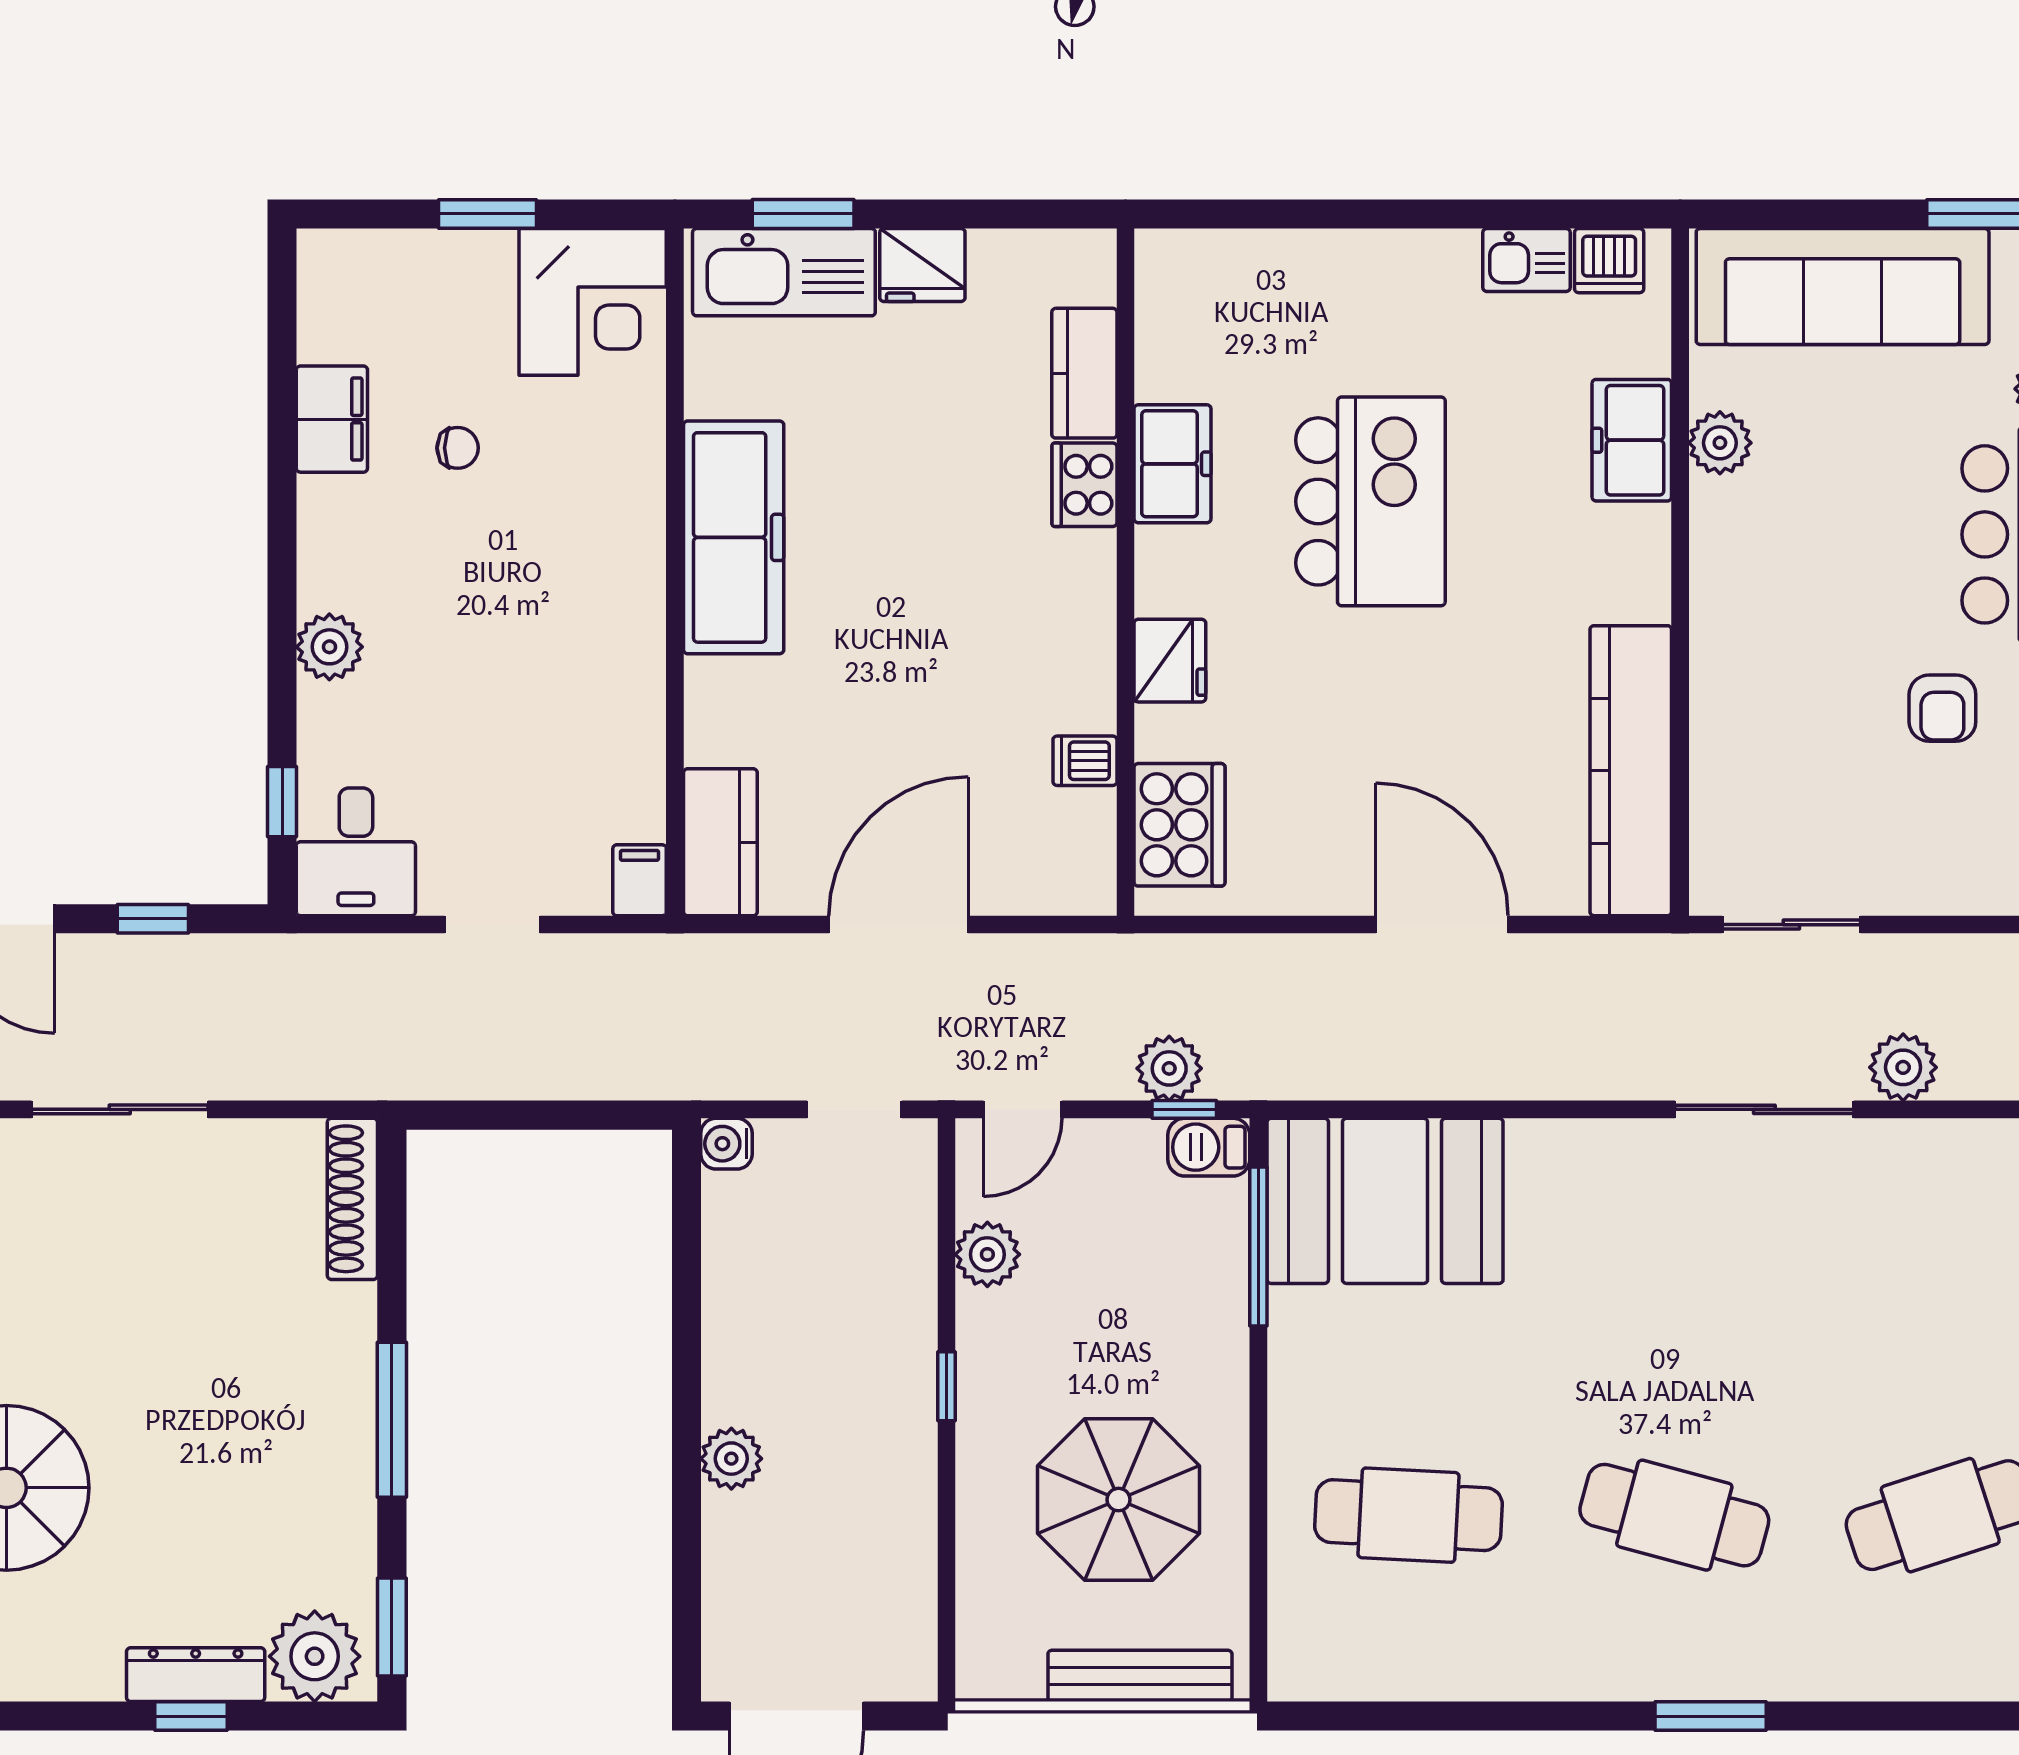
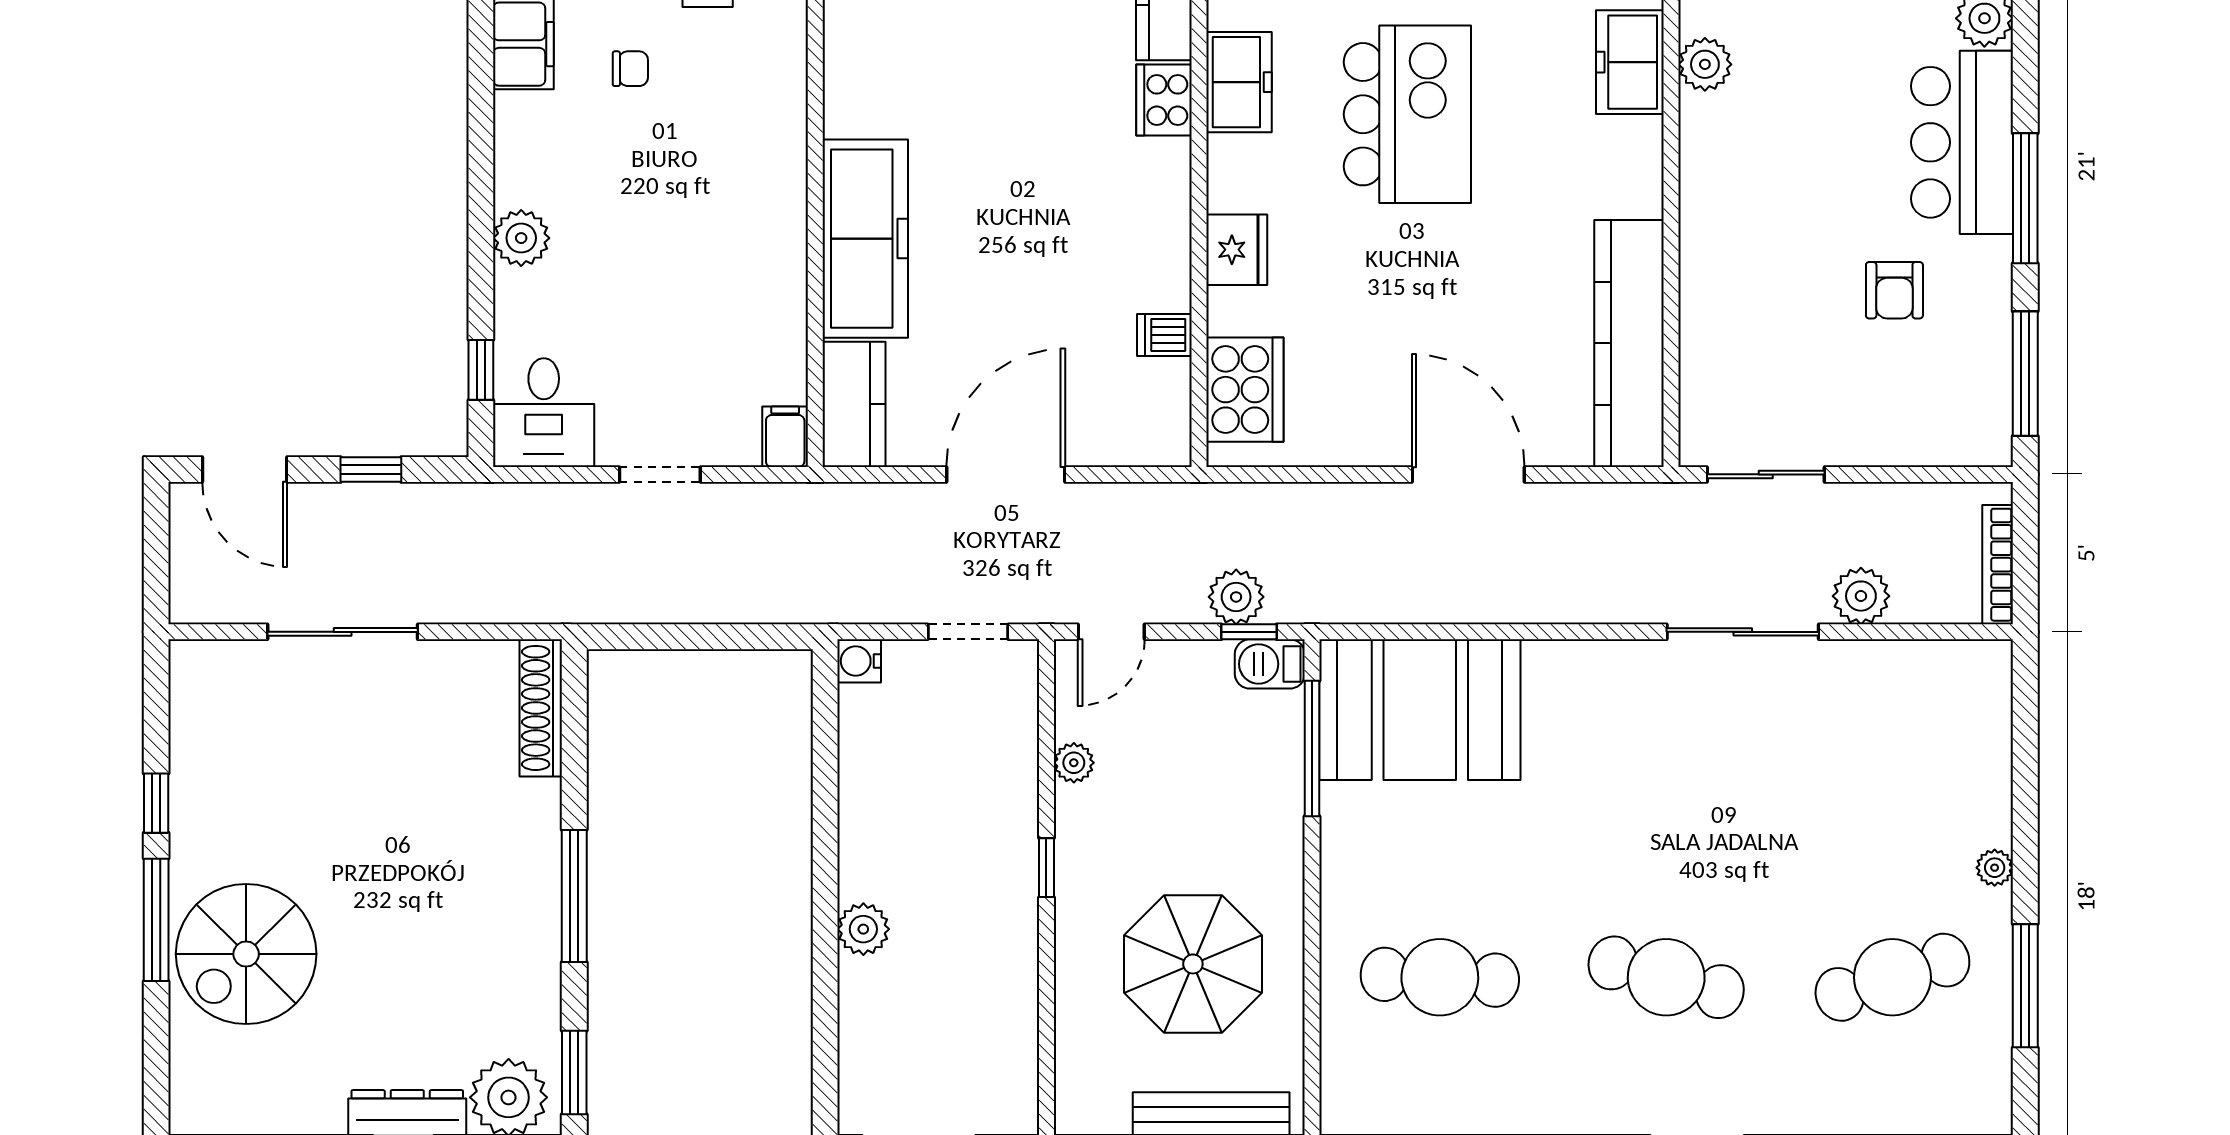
freezer: (734, 537) -> (865, 239), moved
plant: (987, 1254) -> (1074, 763), width x0.73, depth x0.73

